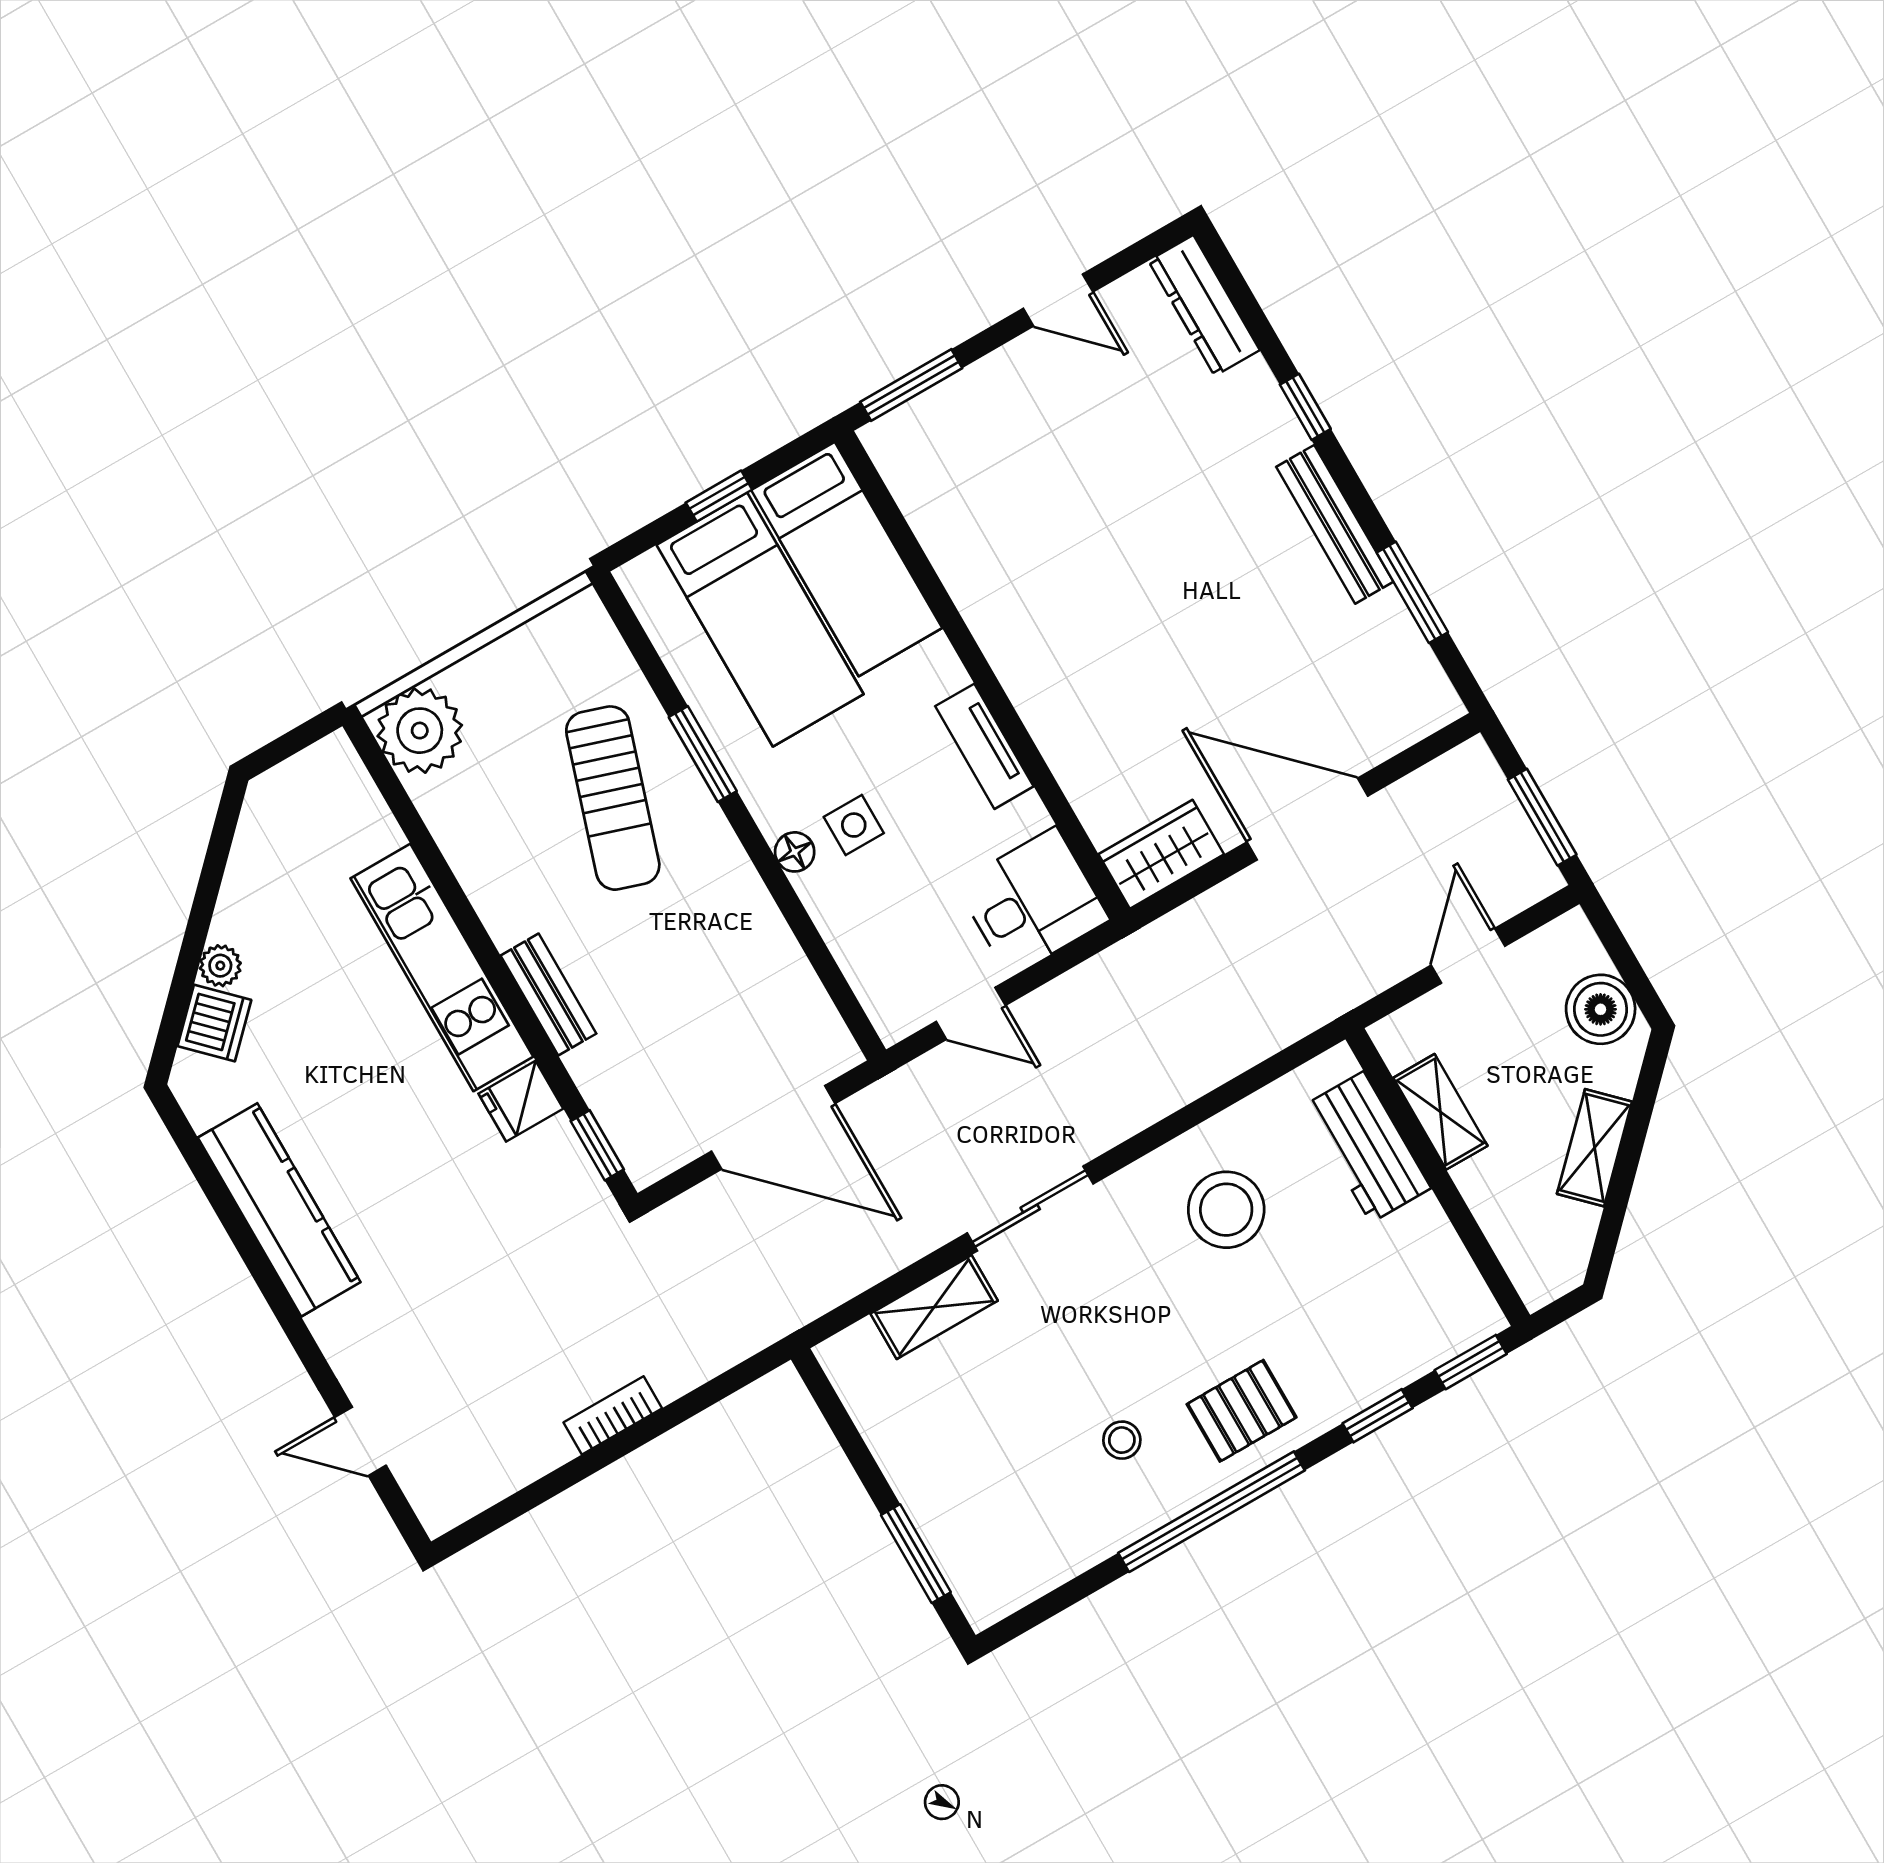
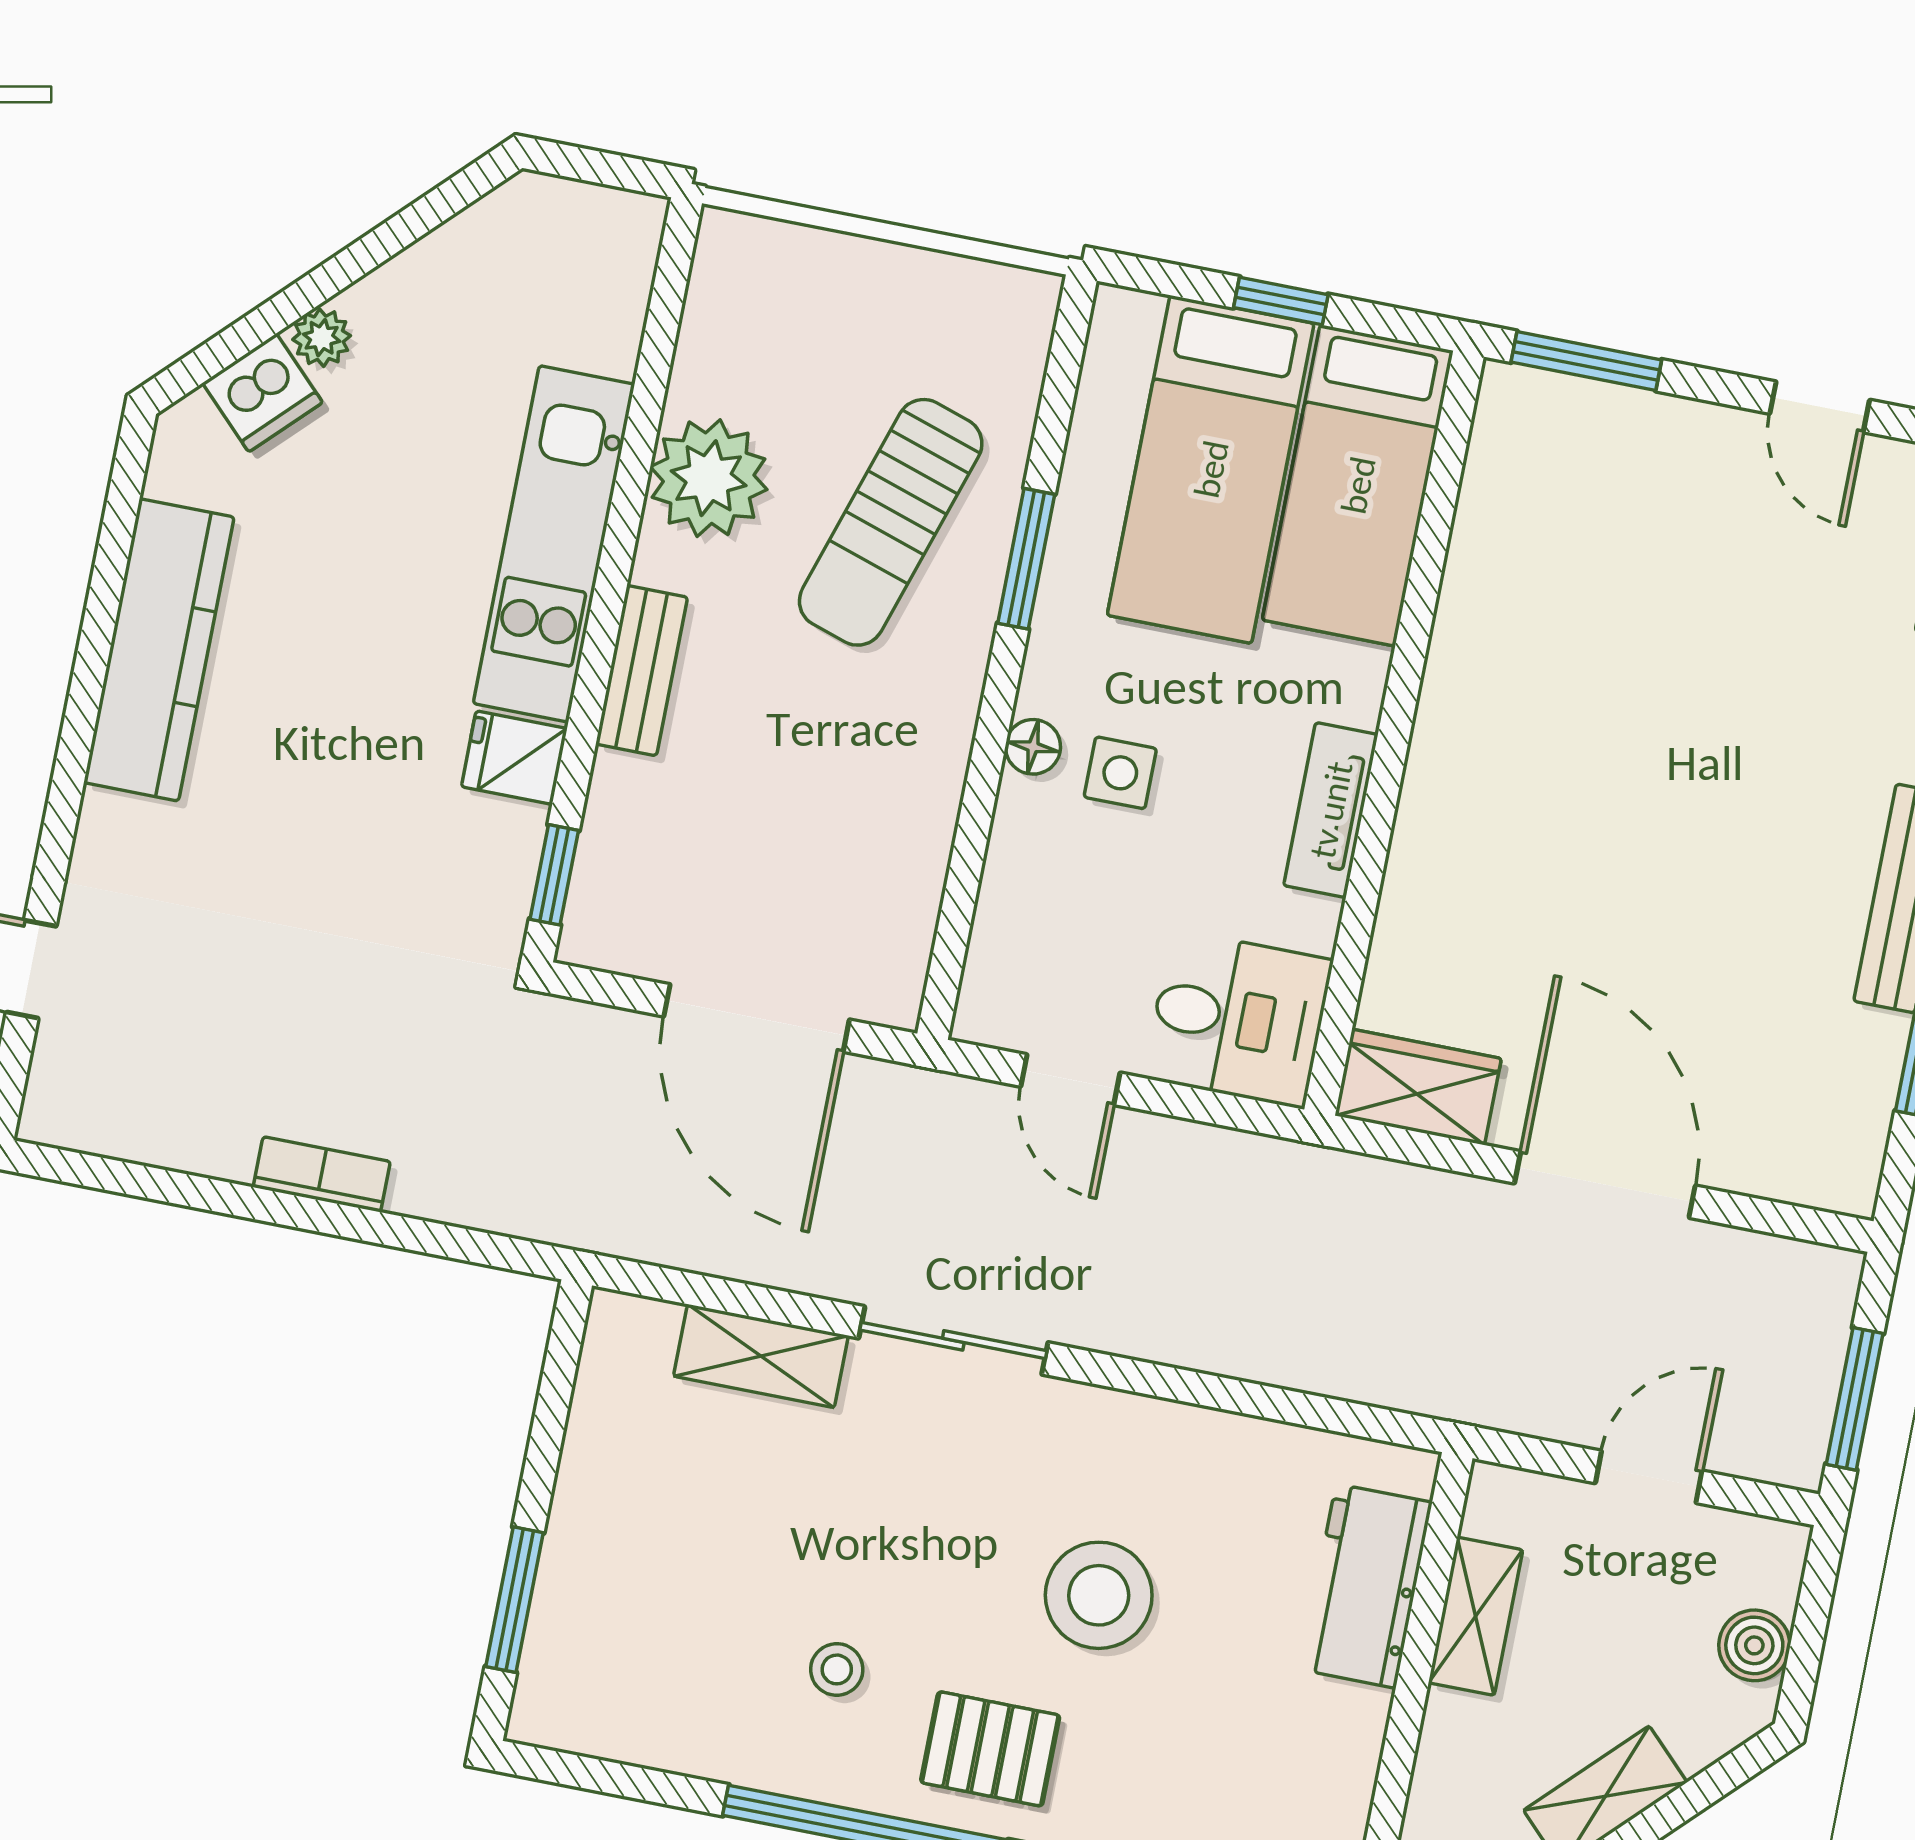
plant: (420, 731) -> (709, 478), moved
boiler: (1601, 1009) -> (1754, 1645), width x0.73, depth x0.73
stool: (1226, 1210) -> (1099, 1595), moved

